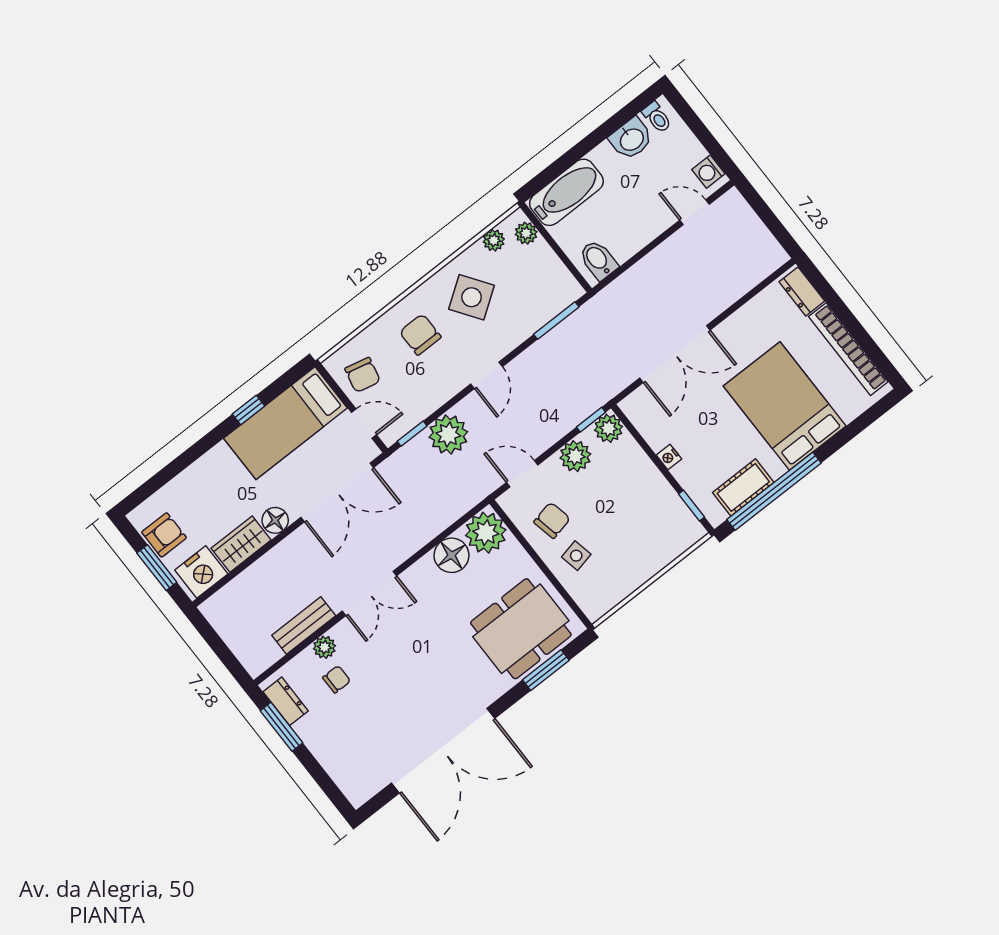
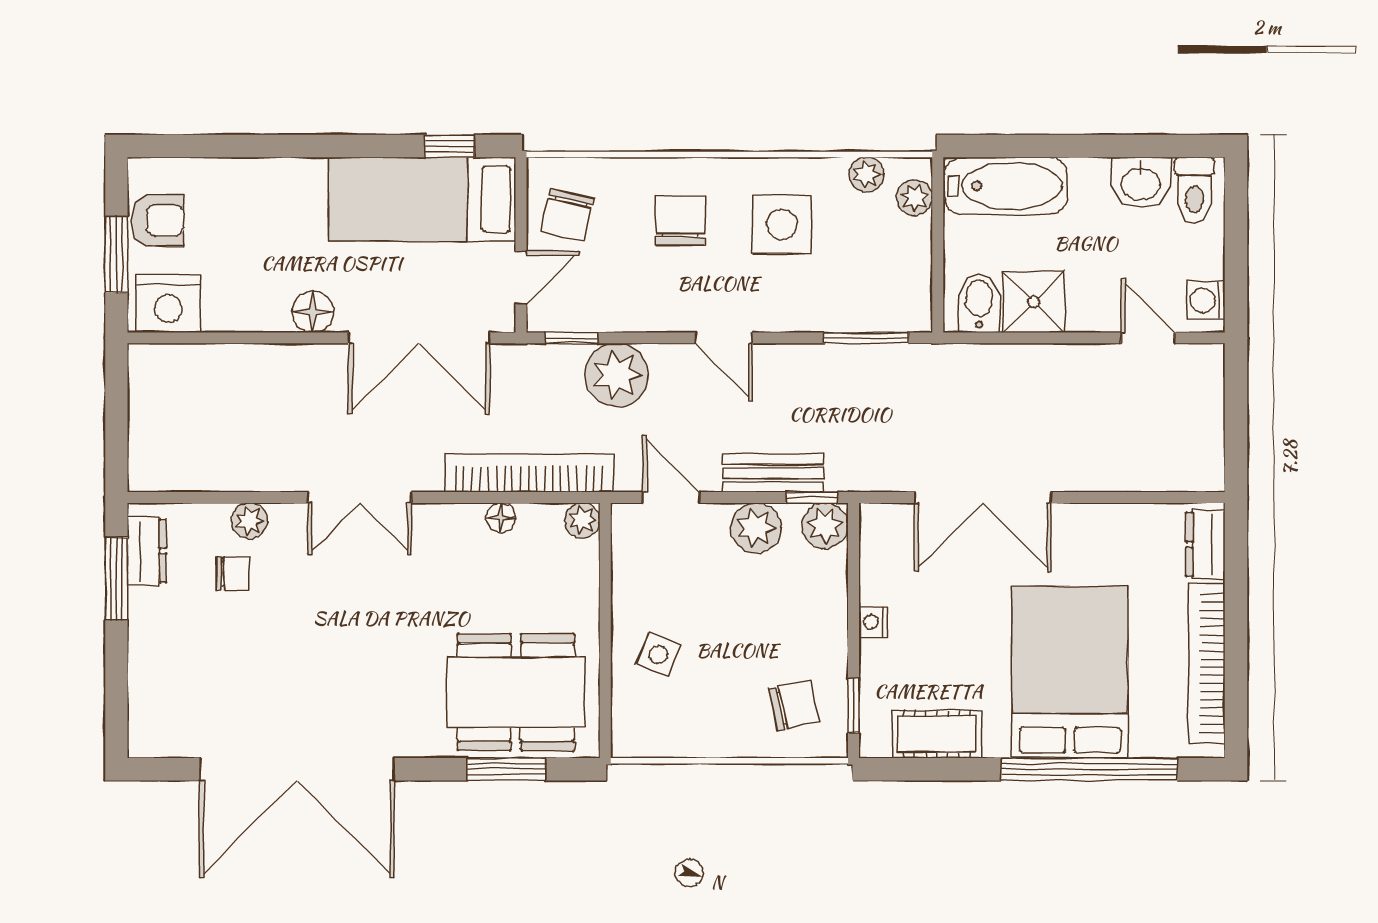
toilet: (657, 117) -> (1194, 190), width x1.37, depth x1.39
shower: (625, 238) -> (1034, 302), added
side table: (472, 297) -> (782, 224), turned 35
door: (487, 375) -> (724, 338), hinge flipped
window: (249, 410) -> (449, 146), moved
door: (364, 424) -> (521, 278), hinge flipped
window: (774, 491) -> (1089, 769), moved
bookcase: (443, 516) -> (529, 473), added
chair: (552, 520) -> (794, 706), moved
plant: (486, 533) -> (582, 520), width x0.53, depth x0.53
wardrobe: (241, 544) -> (246, 308), removed
floor lamp: (451, 555) -> (501, 518), width x0.53, depth x0.53
side table: (576, 556) -> (658, 655), turned 34
bench: (304, 626) -> (773, 473), moved

